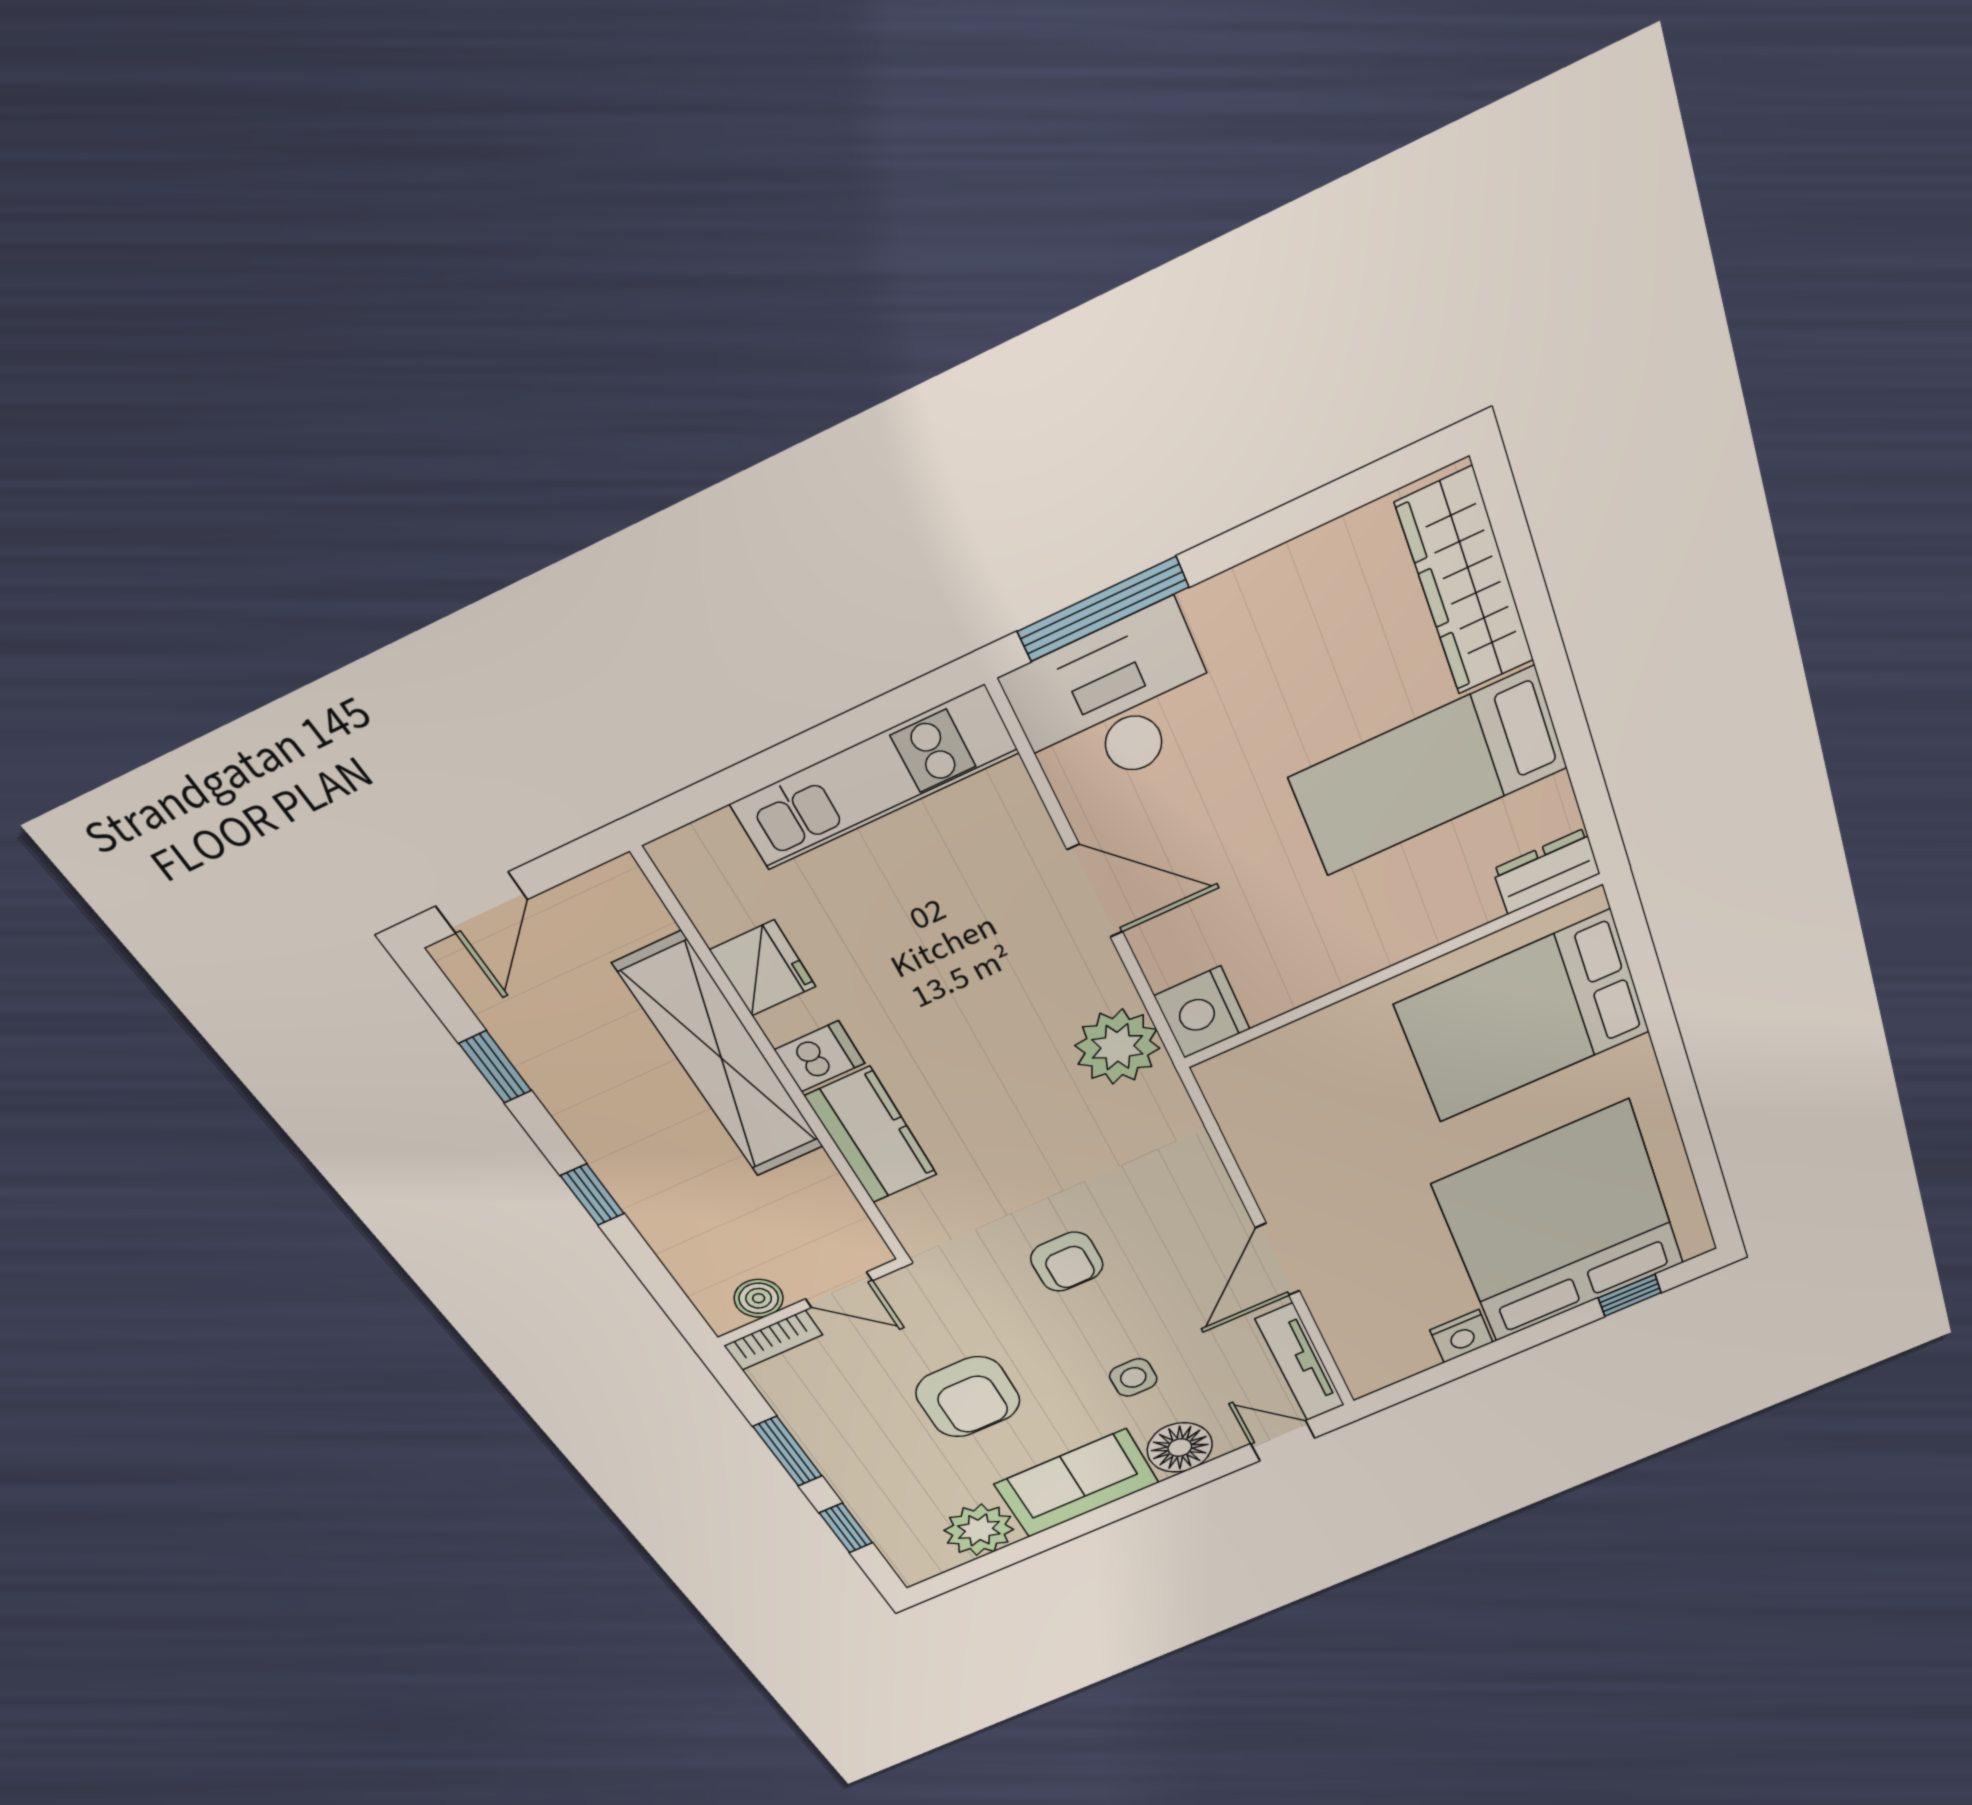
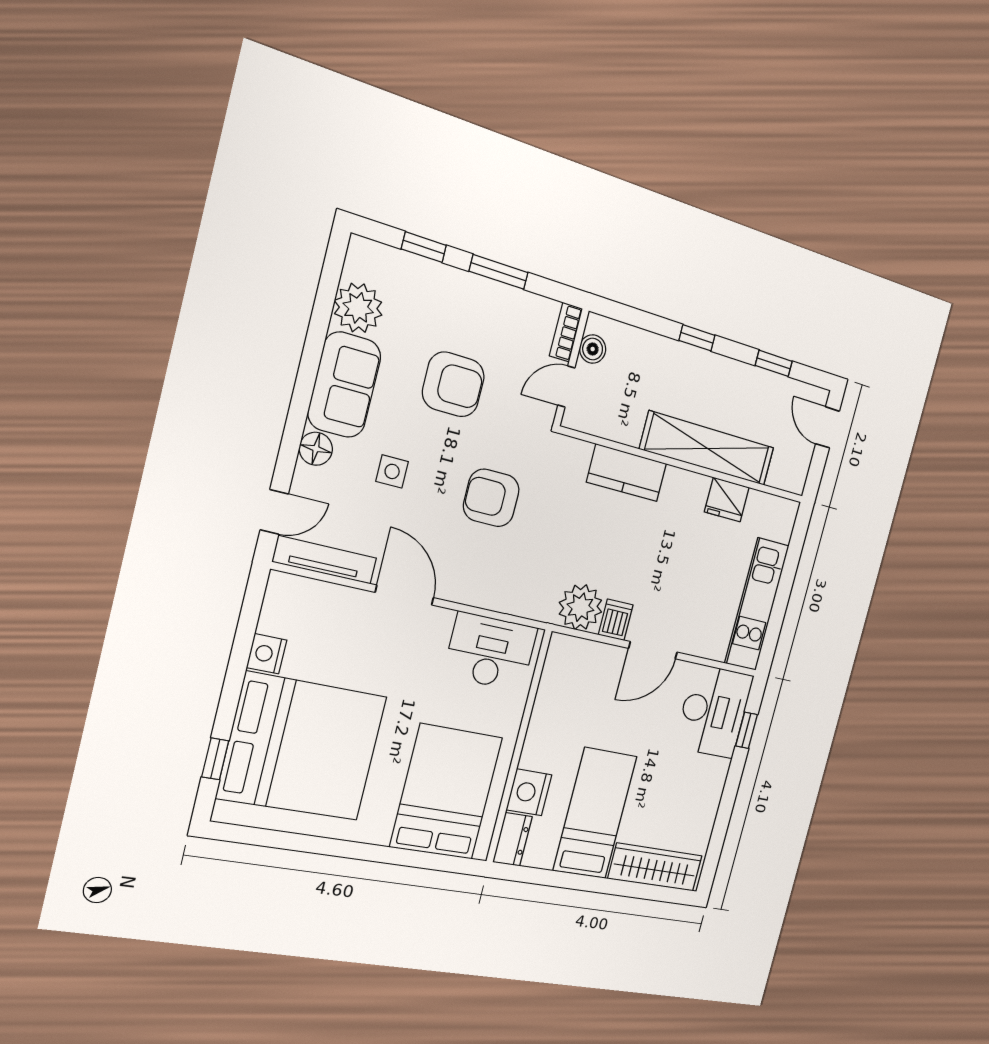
window: (1103, 609) -> (746, 730), width x0.46
nightstand: (1202, 1012) -> (529, 792), moved, turned -90
dishwasher: (820, 1056) -> (616, 620), moved, turned 180
desk: (1276, 1112) -> (491, 652), added
armchair: (1067, 1262) -> (491, 498), width x1.38, depth x1.38
armchair: (968, 1397) -> (453, 384), turned 180
floor lamp: (1180, 1448) -> (316, 449), width x0.73, depth x0.73

